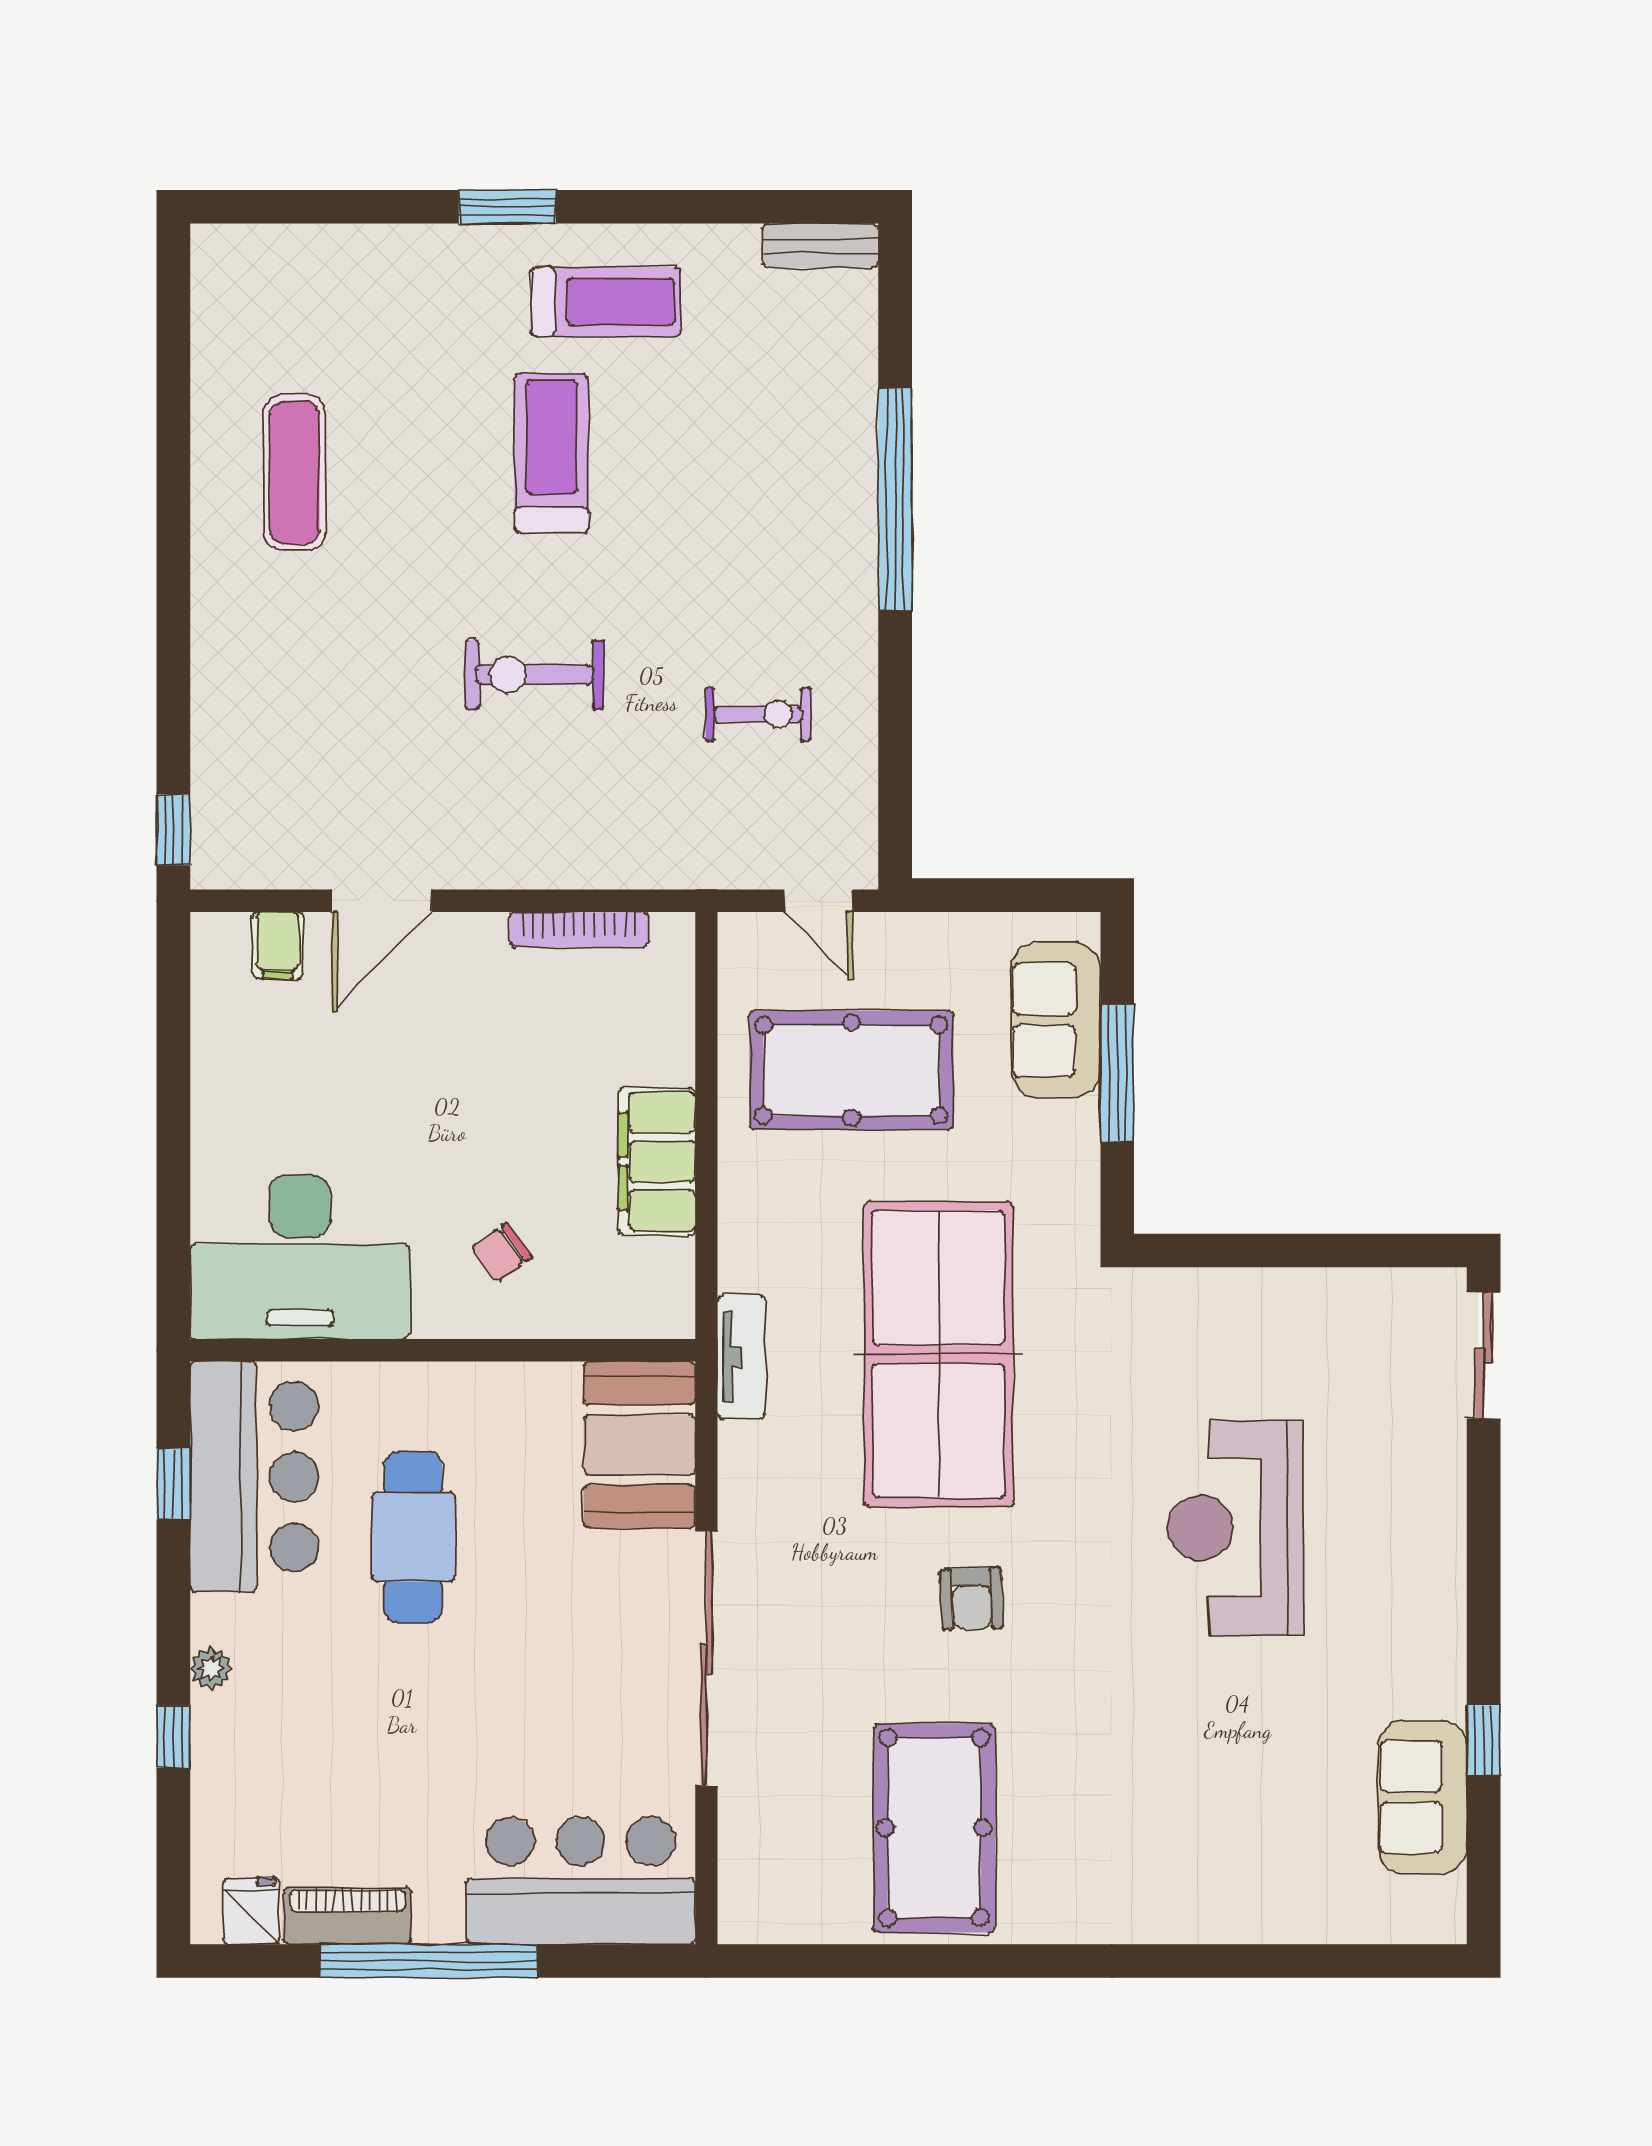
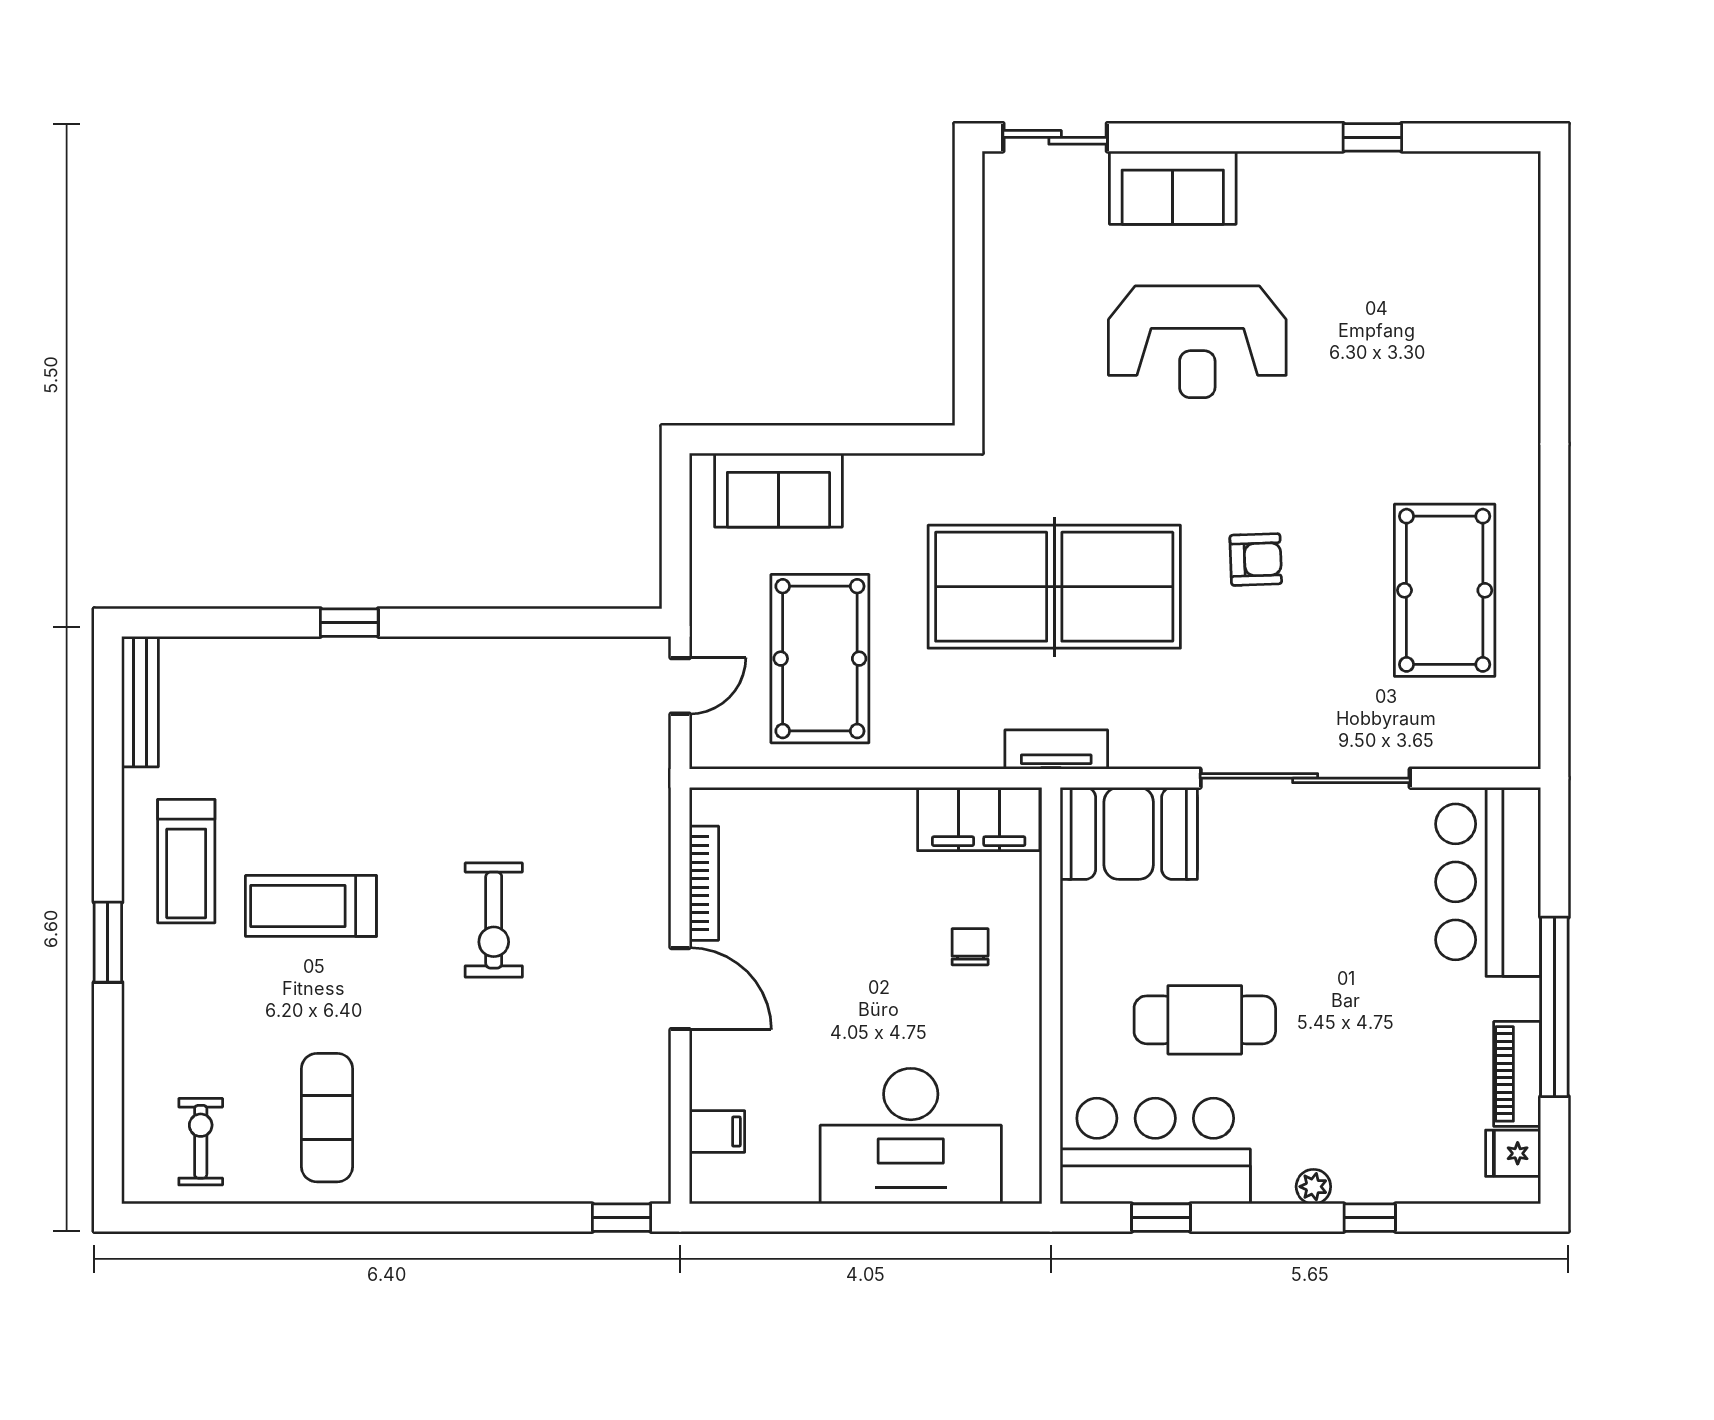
bench: (820, 246) -> (140, 702), width x1.36
treadmill: (606, 302) -> (186, 861), turned 180
exercise mat: (295, 472) -> (327, 1118), turned 90
window: (895, 499) -> (349, 623), width x0.32
exercise bike: (758, 714) -> (201, 1142), moved
door: (382, 901) -> (680, 989), moved
window: (1117, 1073) -> (822, 439), removed
filing cabinet: (657, 1161) -> (979, 819), moved
chair: (502, 1252) -> (970, 947), turned -145
desk: (300, 1257) -> (911, 1136), moved, turned 90
sofa: (1423, 1797) -> (1173, 188), moved
pool table: (934, 1828) -> (1445, 590), turned 90

